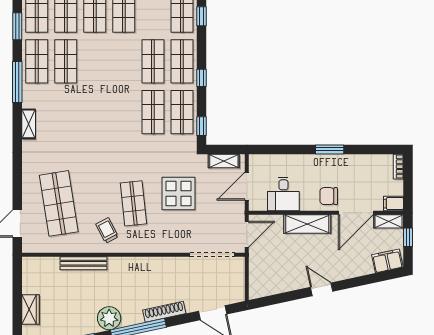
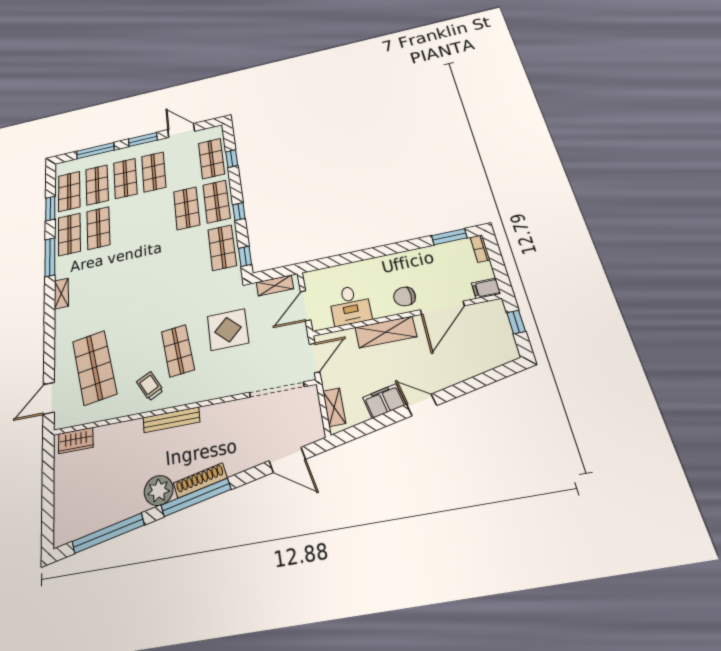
shop shelf: (153, 112) -> (191, 254), removed
window: (330, 149) -> (449, 237), moved
shelving: (389, 221) -> (334, 407), moved, turned 90
filing cabinet: (387, 261) -> (384, 401), moved
bench: (83, 263) -> (171, 420), moved
wardrobe: (31, 309) -> (76, 441), moved, turned 90
shoe rack: (164, 312) -> (200, 480), moved

